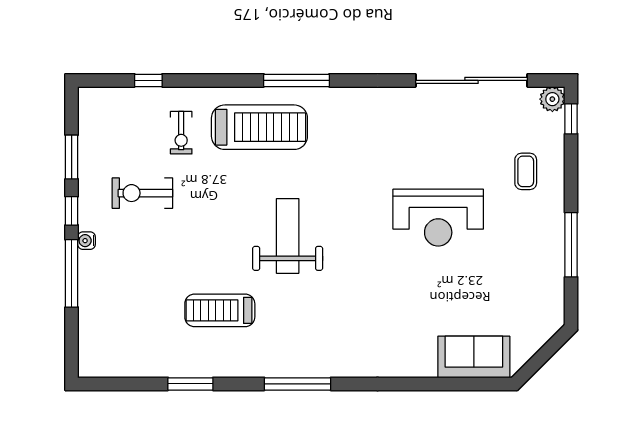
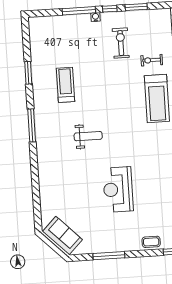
coffee table: (526, 171) -> (151, 242), moved
weight bench: (288, 236) -> (88, 136), moved, width x0.73, depth x0.75
sofa: (474, 357) -> (62, 236), moved, turned -45

